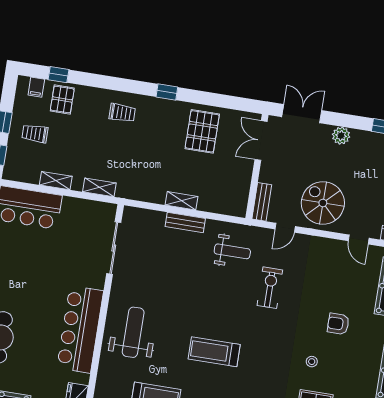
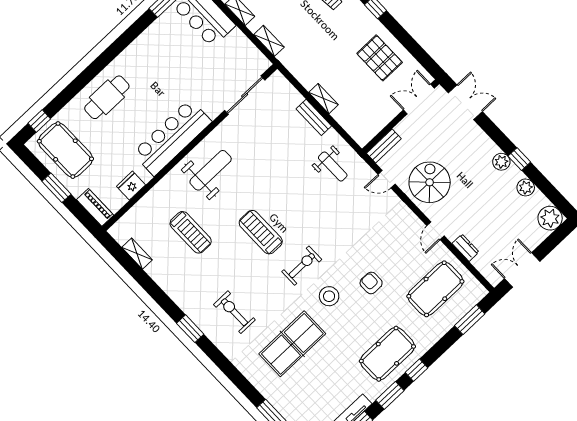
pallet: (202, 131) -> (380, 58), turned 90
plant: (341, 136) -> (501, 162), moved
exercise bike: (270, 288) -> (302, 266), moved
stool: (312, 362) -> (329, 296), width x1.89, depth x1.89

